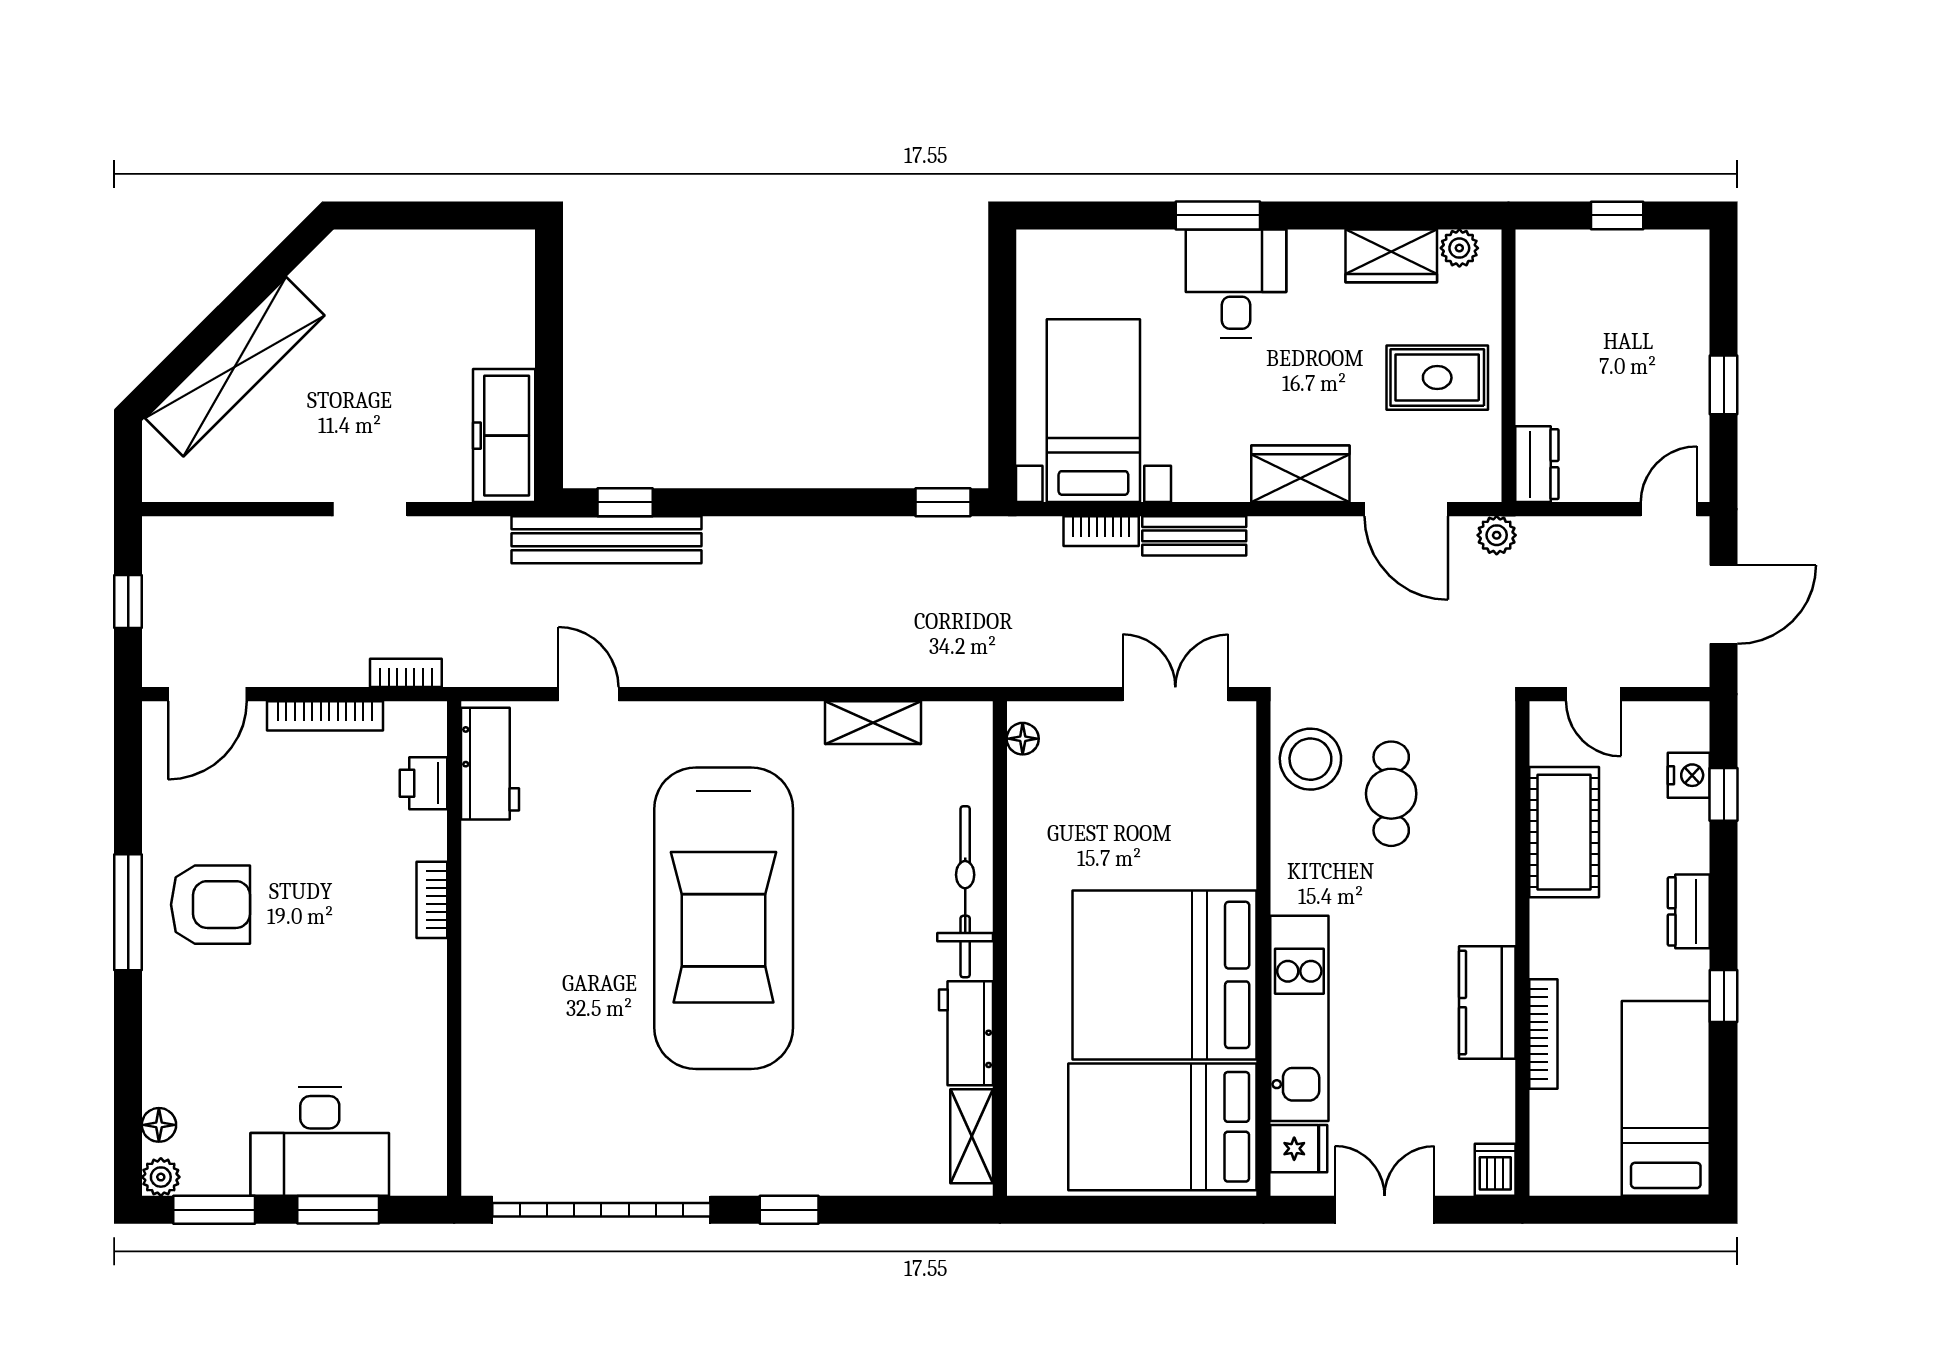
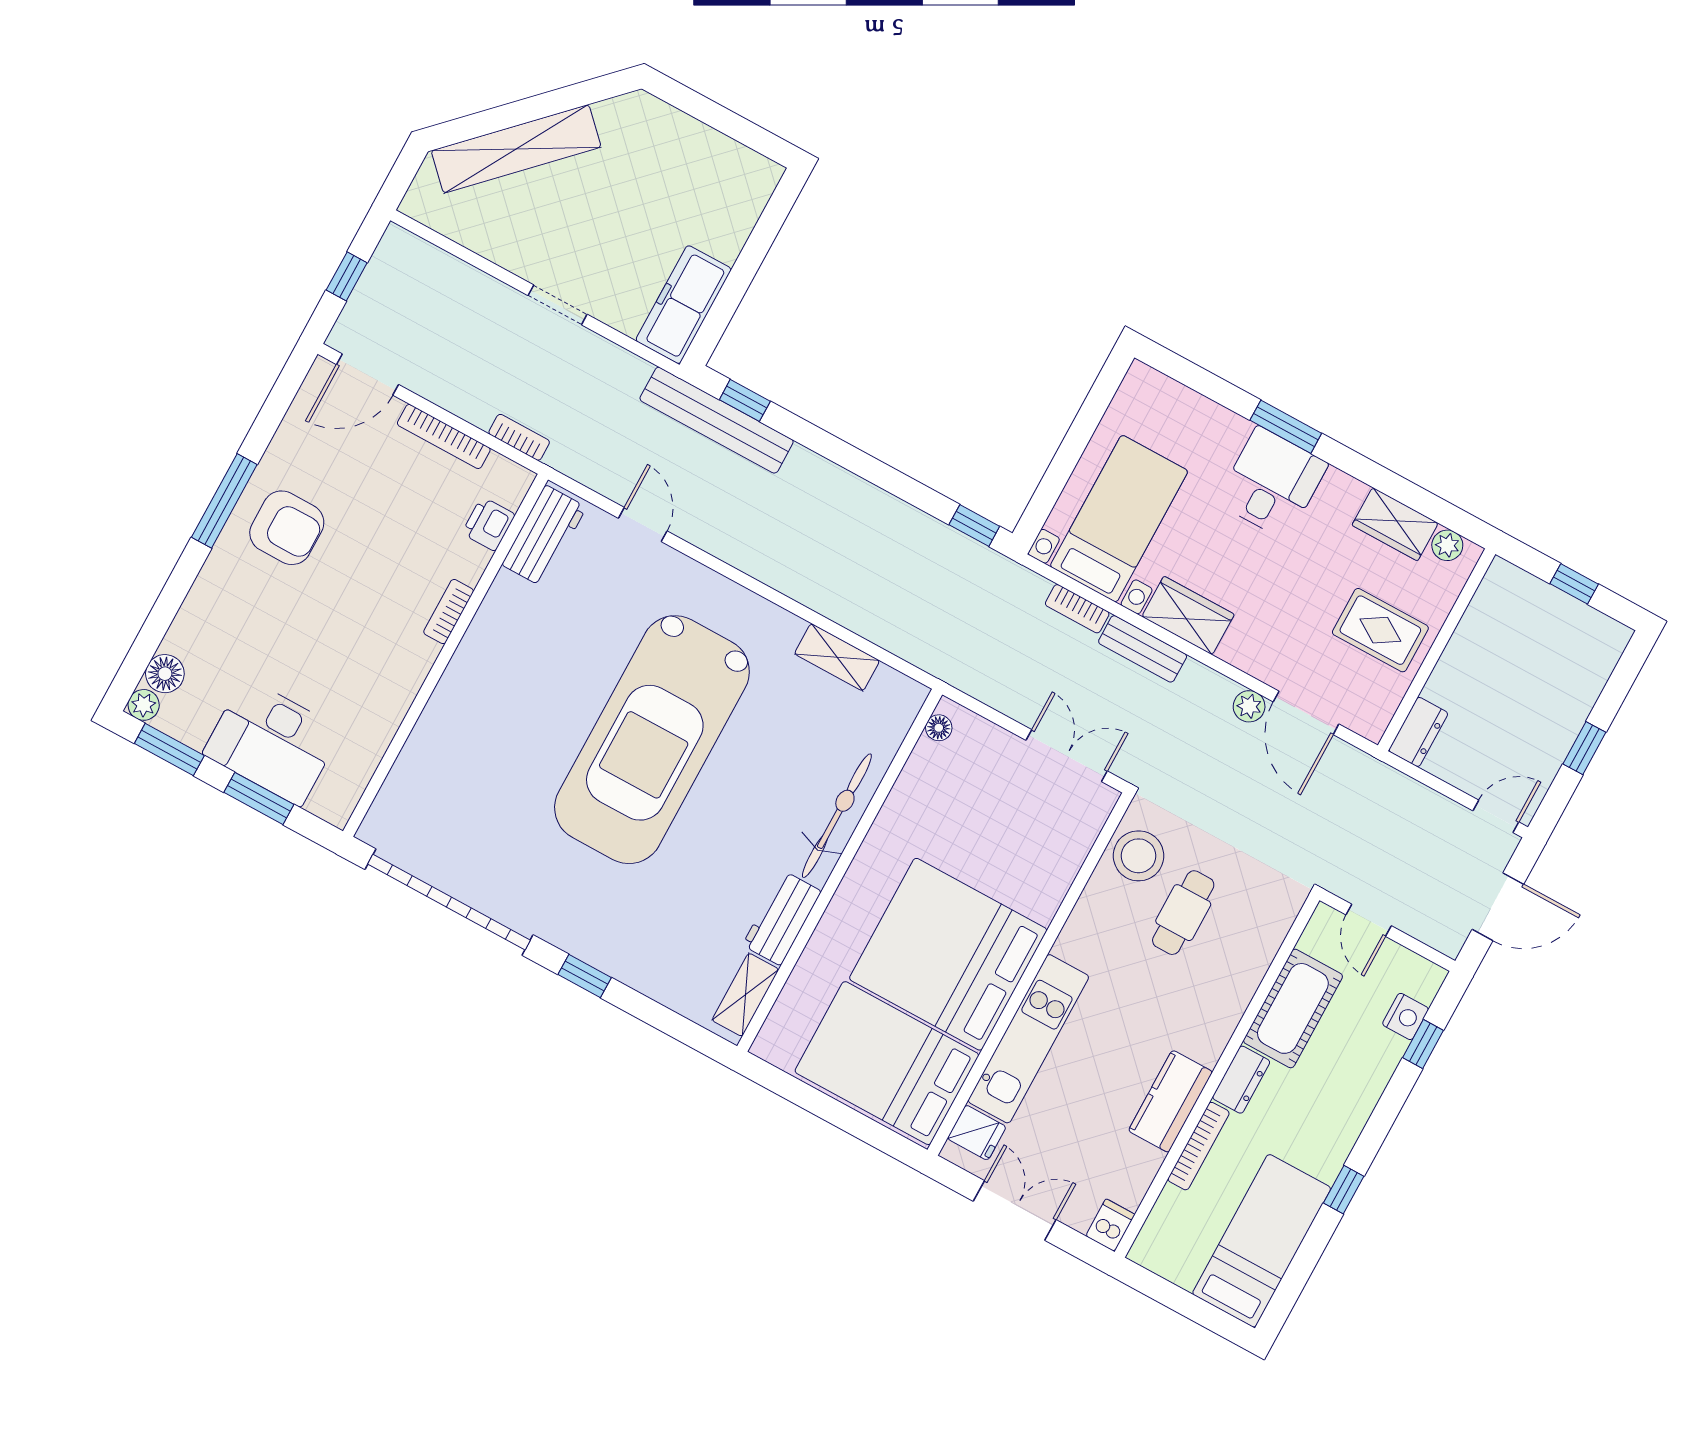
wardrobe: (1300, 474) -> (1188, 615), moved
plant: (1497, 535) -> (1249, 706), moved
dresser: (1689, 911) -> (1241, 1080), moved, turned 180
floor lamp: (159, 1125) -> (165, 674), width x1.37, depth x1.37

